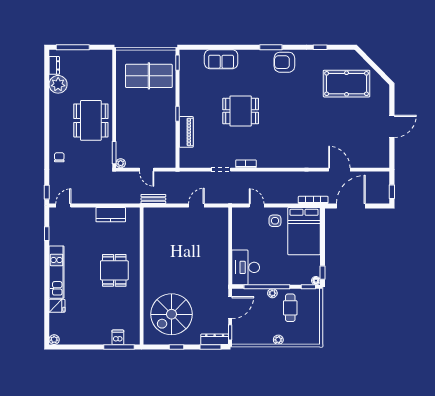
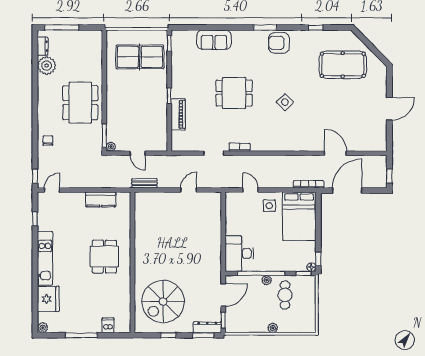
side table: (290, 120) -> (285, 102), added
fridge: (57, 306) -> (48, 299), width x1.88, depth x1.34
window: (119, 347) -> (81, 335), moved

